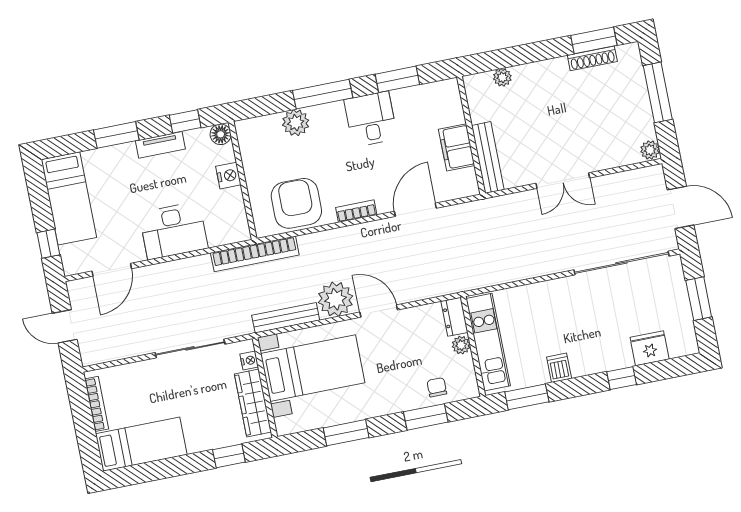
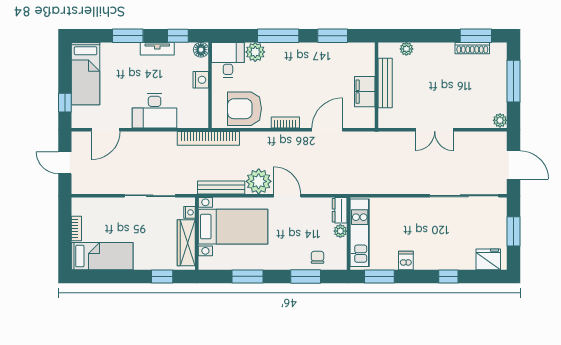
desk: (371, 119) -> (228, 60), moved
bench: (488, 158) -> (385, 83), moved
armchair: (296, 203) -> (244, 109), turned -90
fridge: (650, 348) -> (488, 259), moved
bookcase: (97, 404) -> (76, 229), width x0.64

